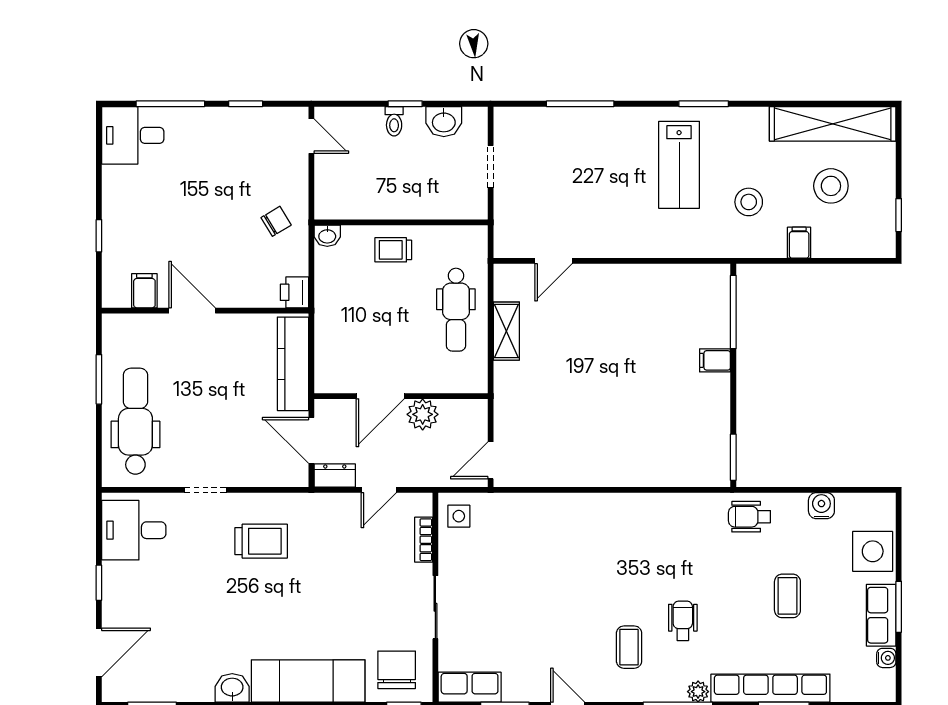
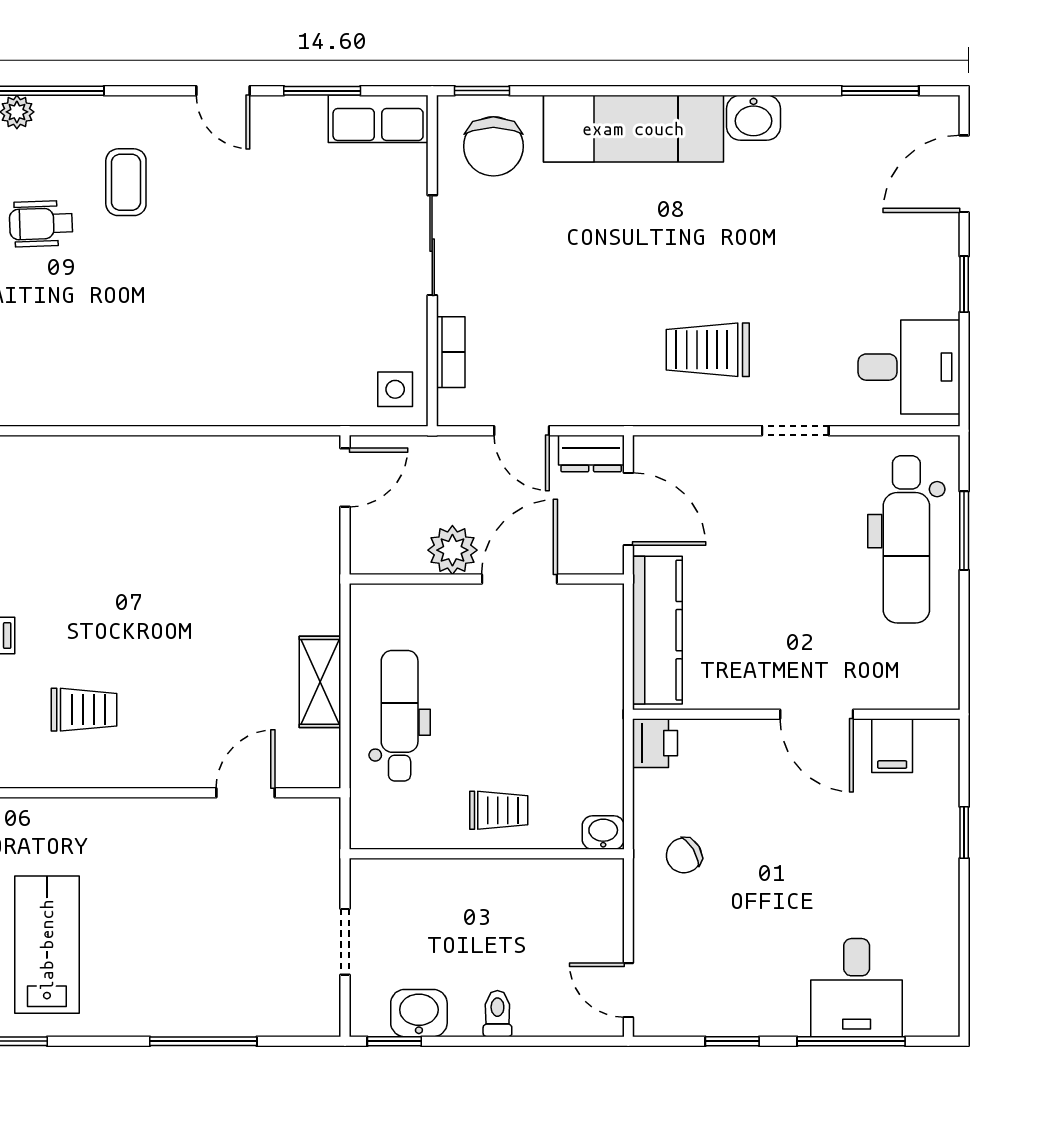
window: (405, 104) -> (394, 1041), moved
desk: (133, 135) -> (857, 988), moved, turned 90
trolley: (656, 313) -> (84, 710), added
window: (99, 379) -> (964, 531), moved
door: (379, 490) -> (522, 431), swing flipped
wheelchair: (683, 621) -> (41, 224), turned 88

